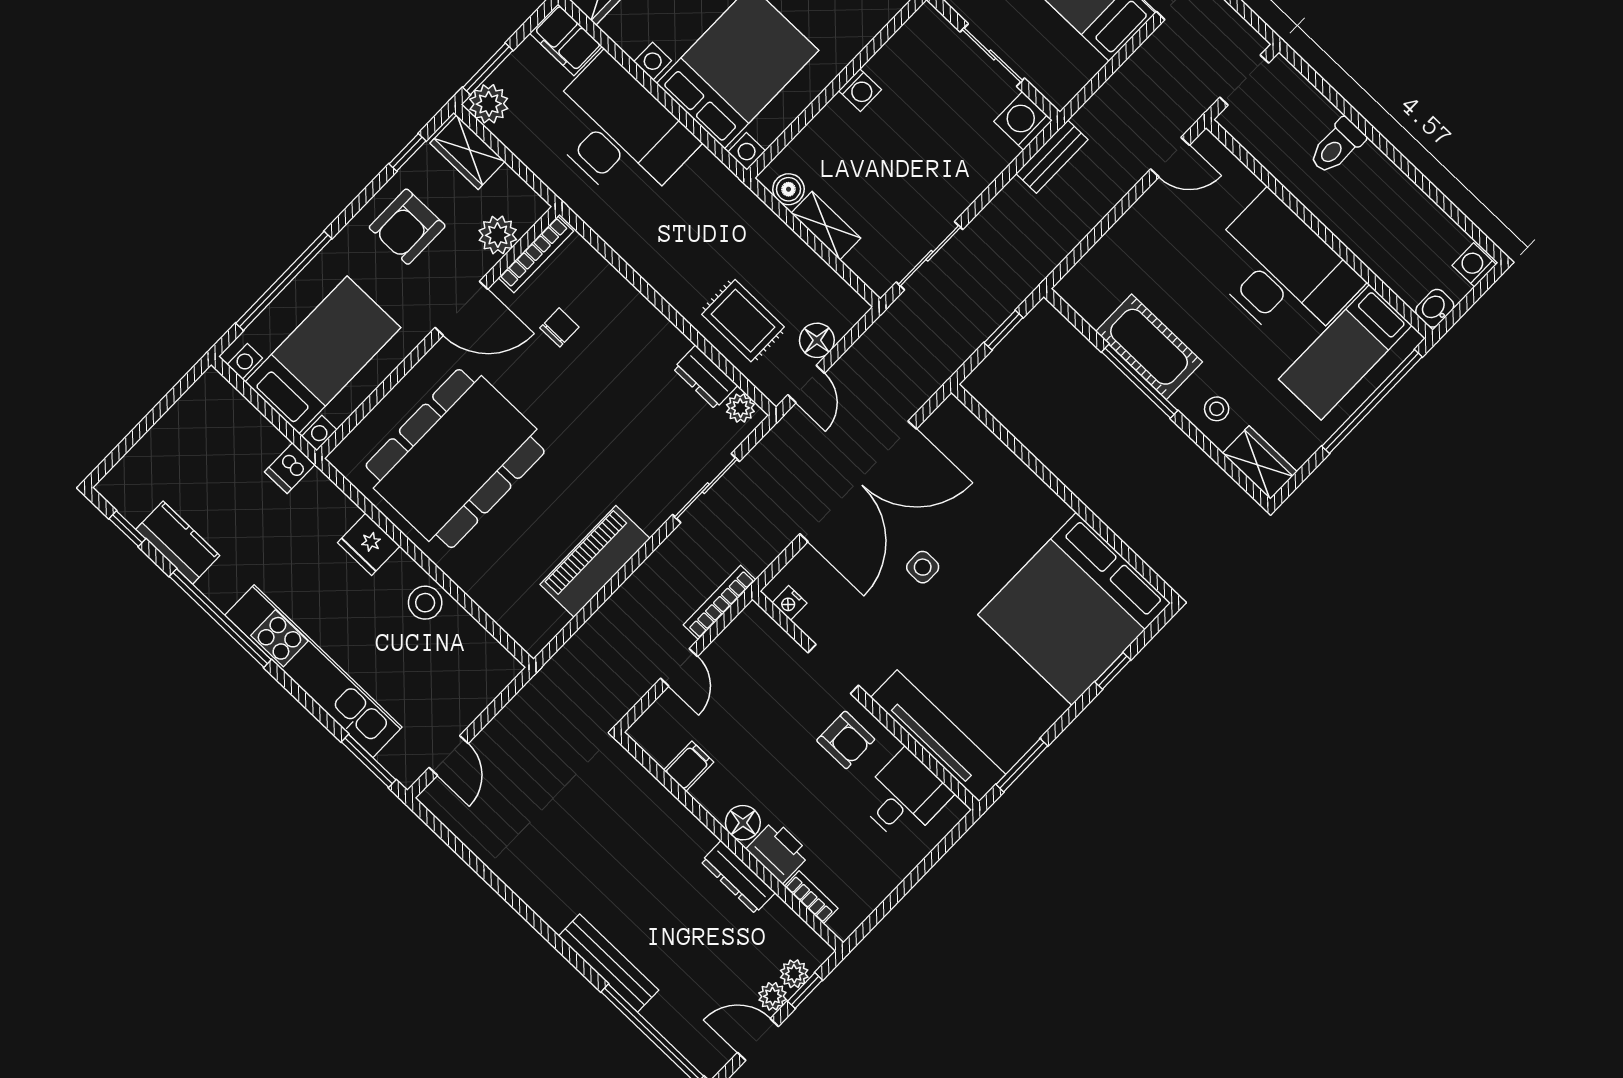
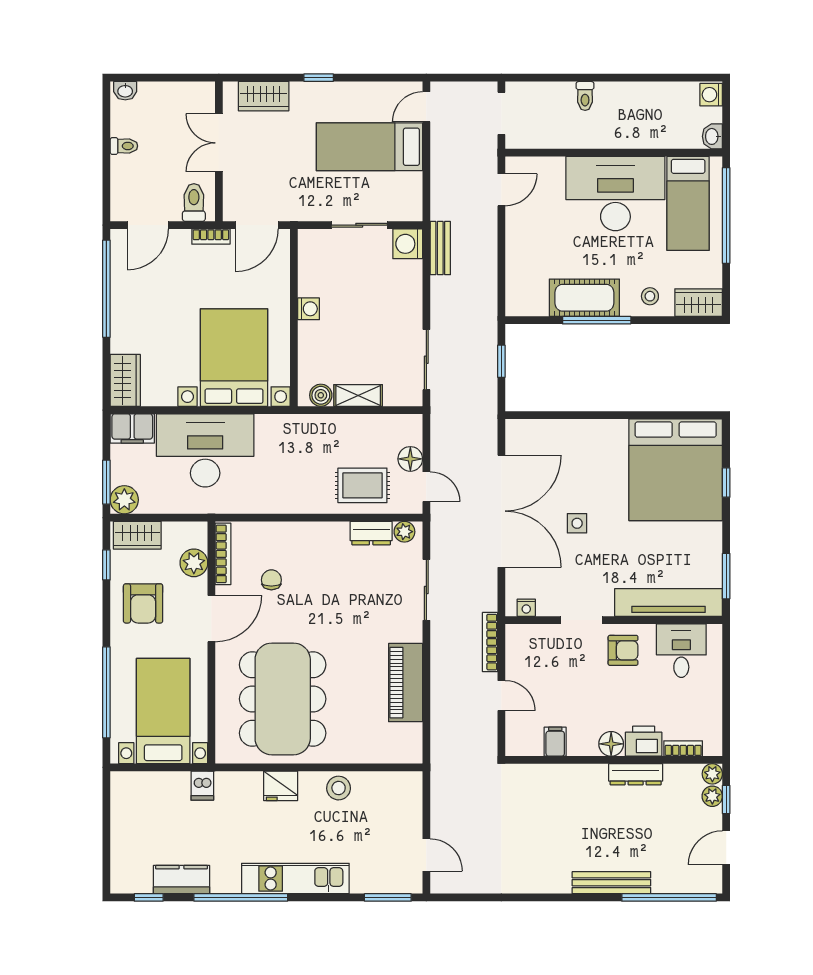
toilet: (1337, 146) -> (585, 96), width x0.73, depth x0.72
kitchen unit: (313, 671) -> (295, 879), width x0.73
plant: (773, 996) -> (712, 774), moved

